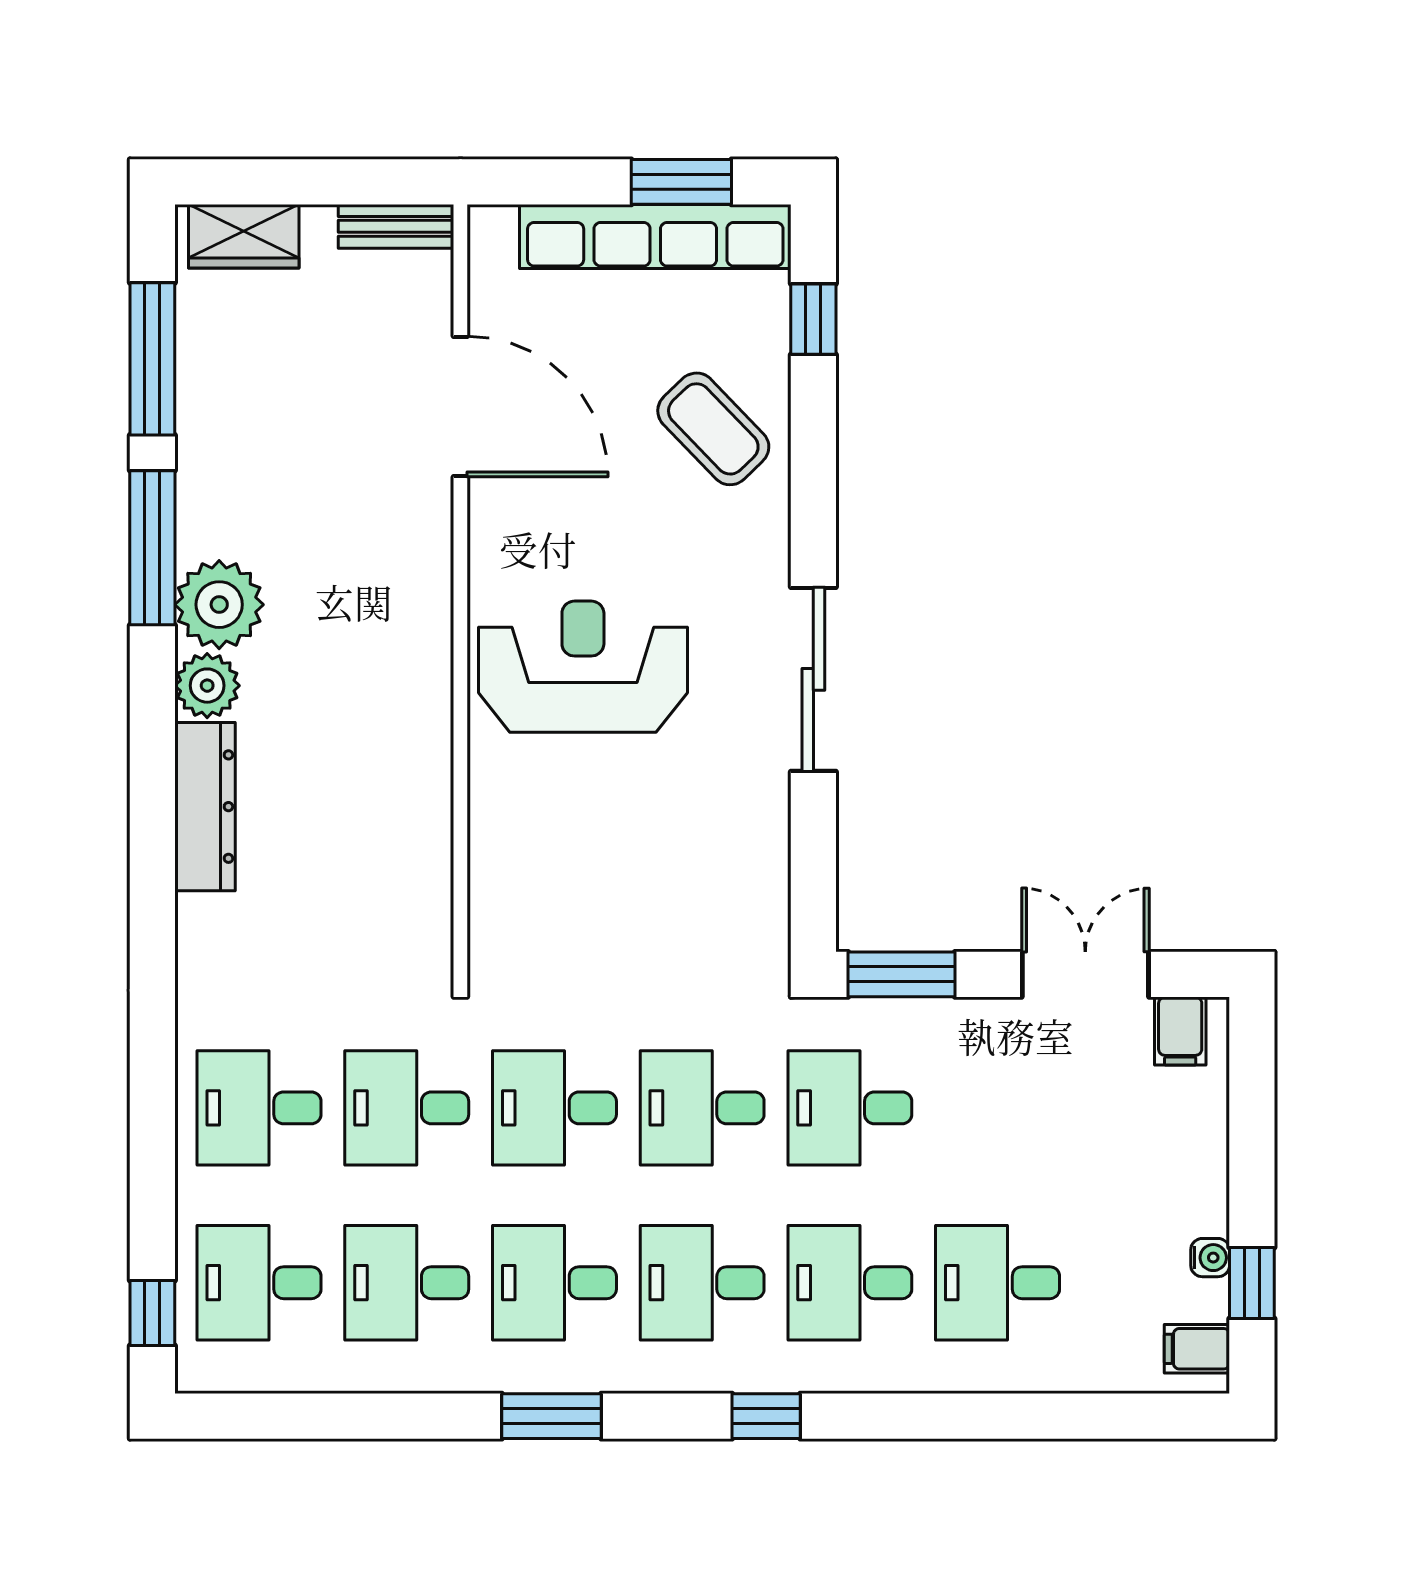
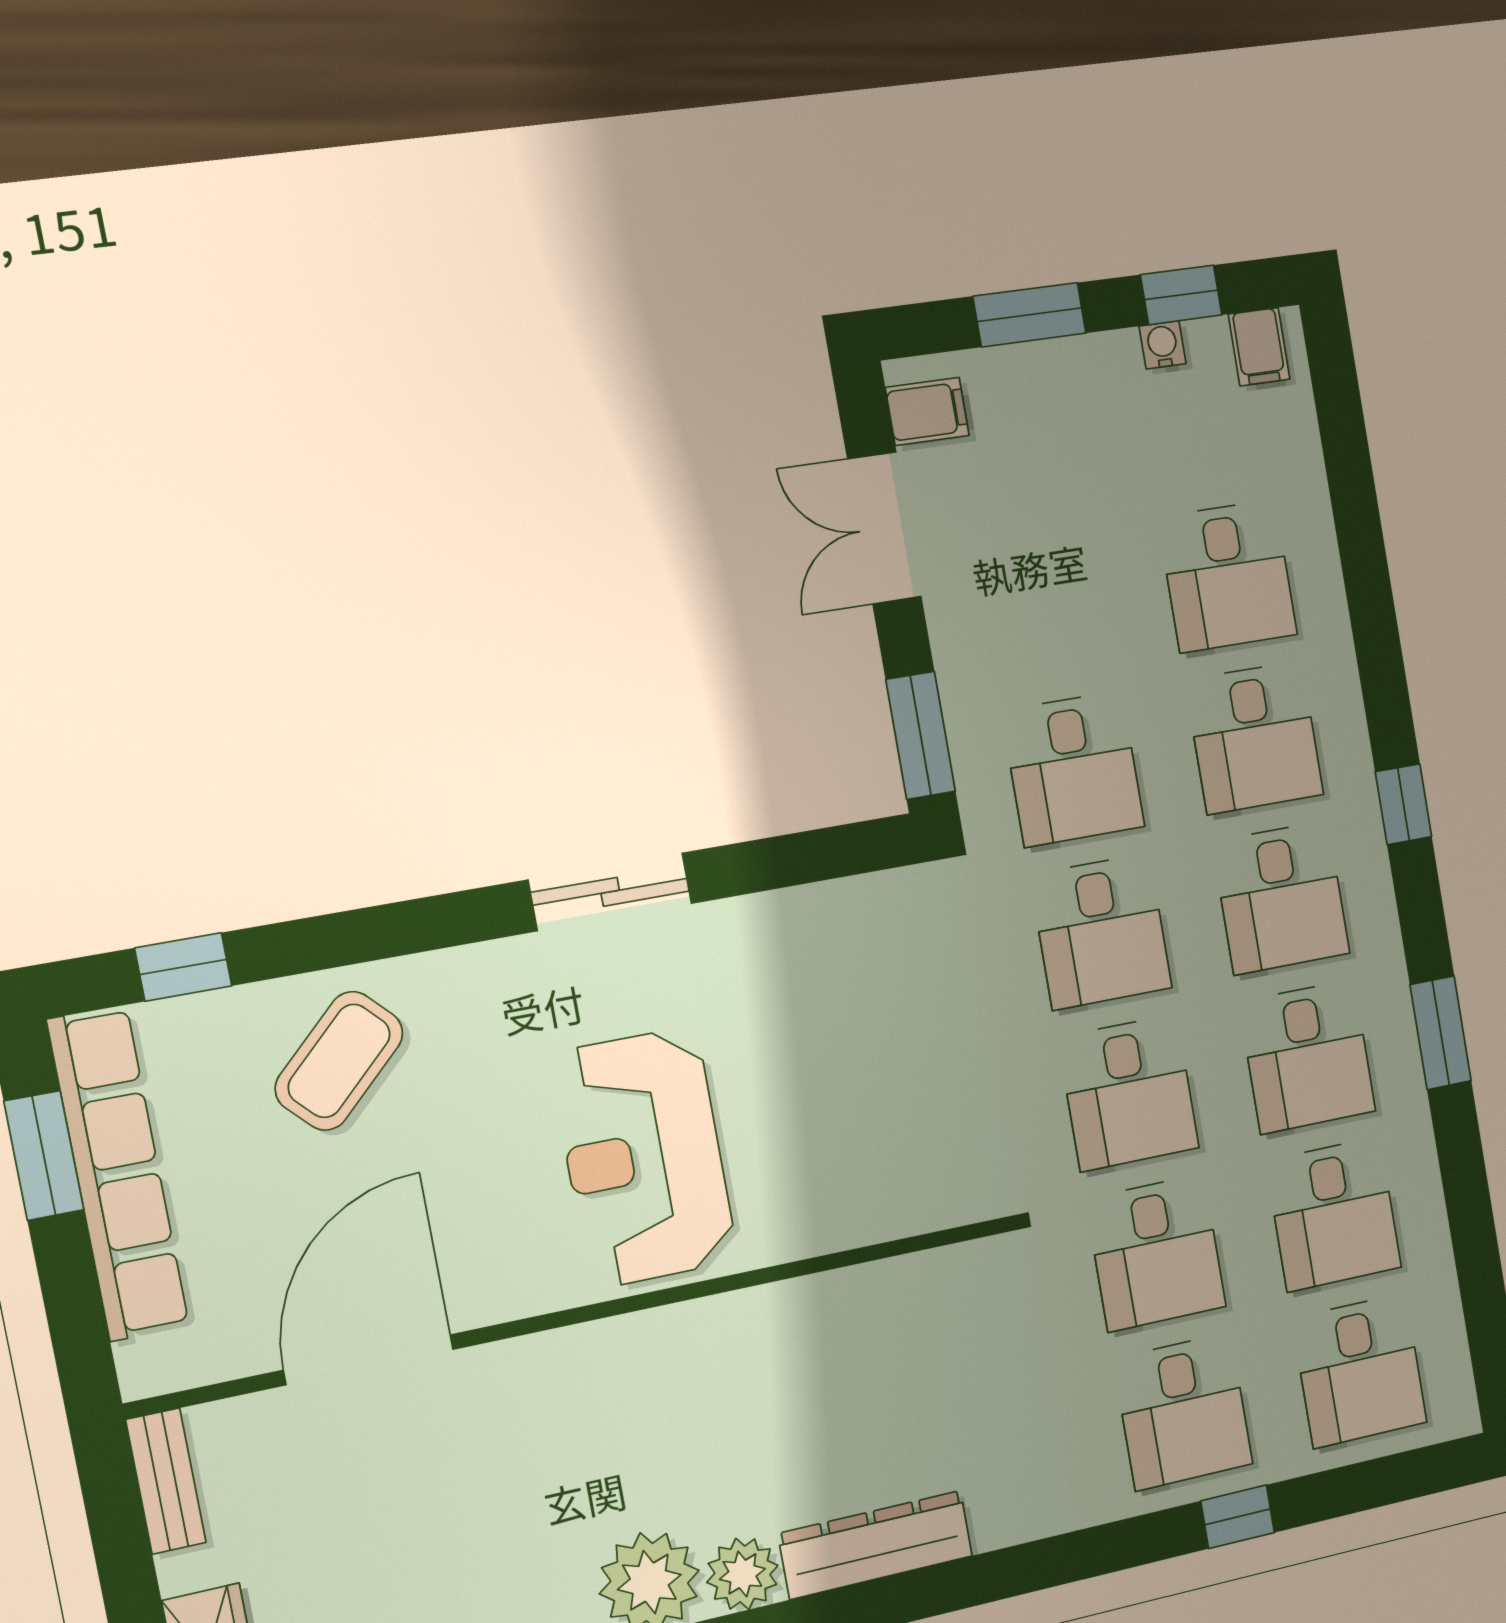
sliding door: (813, 679) -> (610, 892), width x0.73
window: (1252, 1139) -> (1030, 315), added
window: (152, 1313) -> (1238, 1517), moved

